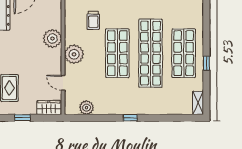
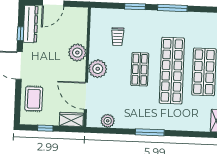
shop shelf: (117, 53) -> (140, 69), width x0.70, depth x0.74
door: (63, 83) -> (86, 96), width x1.88
window: (130, 118) -> (150, 132), width x2.17

